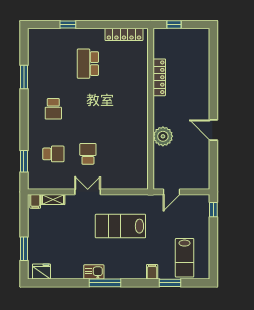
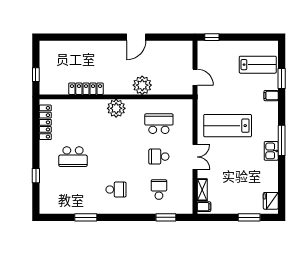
plant: (139, 109) -> (116, 108), added
school desk: (123, 154) -> (159, 124), added
double door: (88, 192) -> (195, 157), swing flipped
lab bench: (120, 226) -> (228, 126), turned 90

